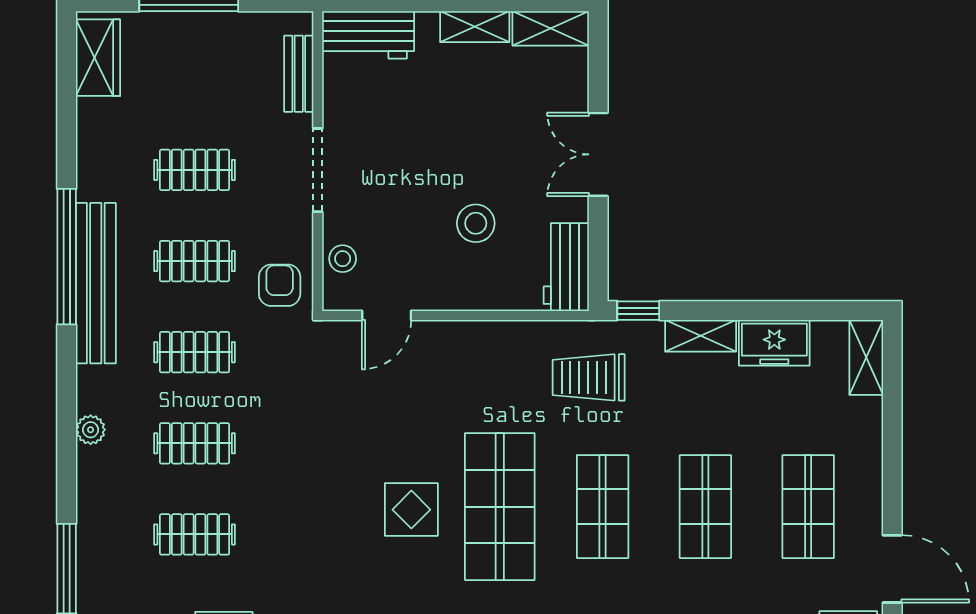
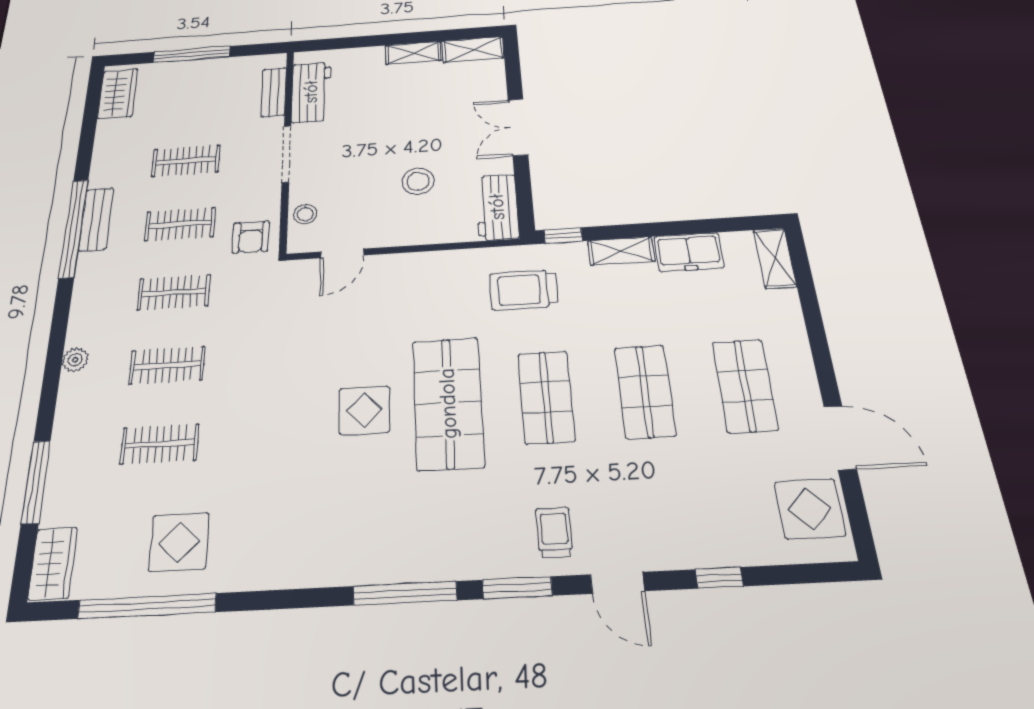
workbench: (368, 35) -> (311, 92), moved, turned -90
bench: (96, 283) -> (96, 219), width x0.54, depth x0.82
armchair: (280, 285) -> (251, 237), turned 180

